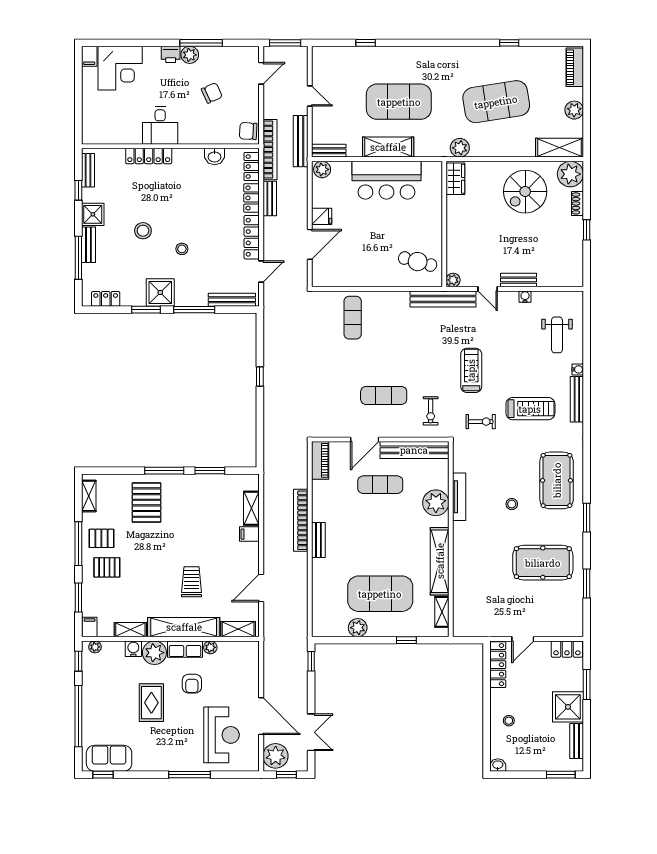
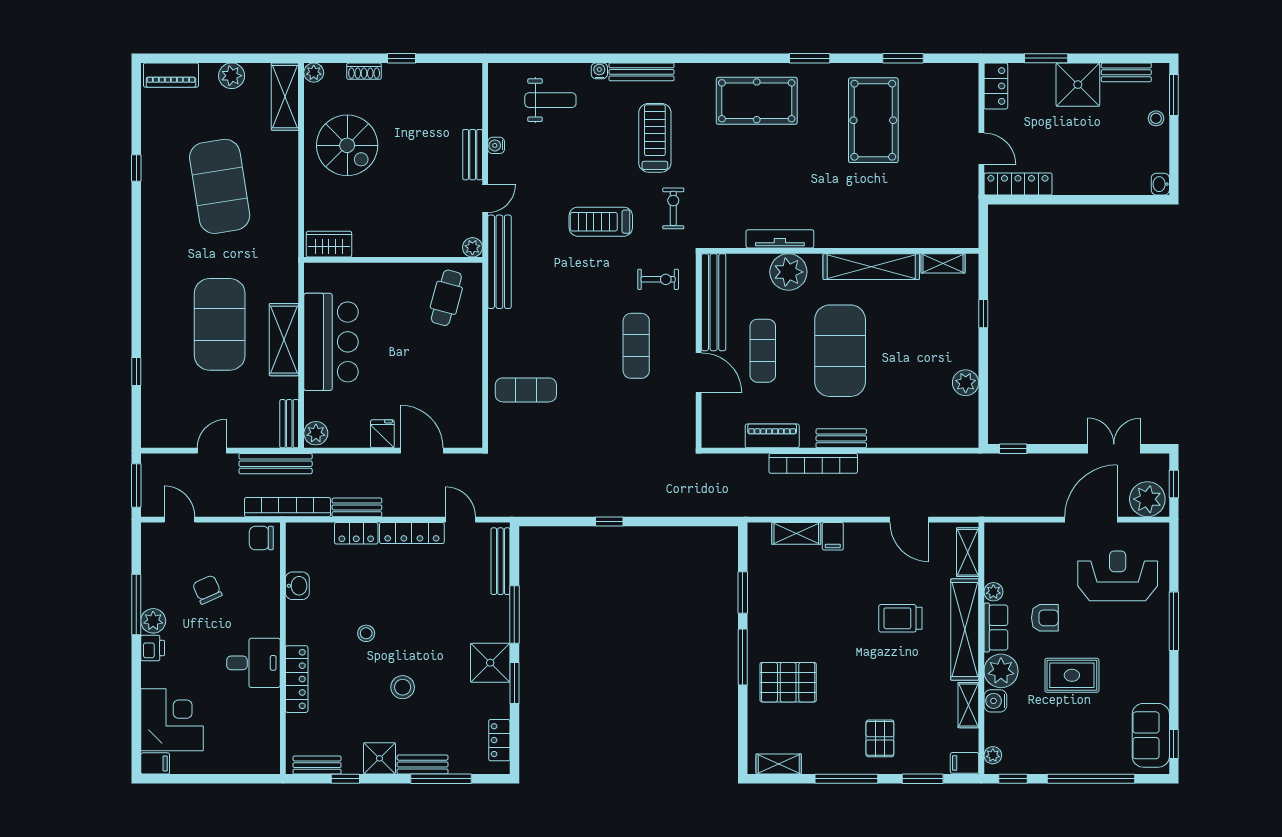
chair: (248, 131) -> (261, 538), turned 87
plant: (460, 148) -> (285, 238), removed
locker: (252, 166) -> (312, 533), removed
plant: (570, 174) -> (314, 73), width x0.53, depth x0.53
stool: (182, 249) -> (366, 633), moved
piano: (320, 460) -> (772, 436), moved
stool: (512, 504) -> (790, 164), removed
pallet: (101, 538) -> (839, 746), removed
exercise mat: (380, 594) -> (840, 351), moved
stool: (509, 721) -> (1156, 118), moved

